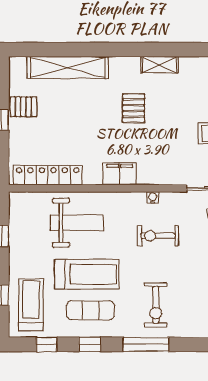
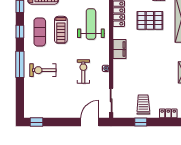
pallet: (134, 108) -> (150, 20), moved, width x1.50, depth x1.42
weight bench: (77, 223) -> (91, 24), turned 180
treadmill: (87, 274) -> (61, 30), width x0.73, depth x0.73

